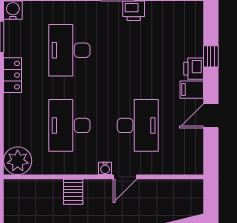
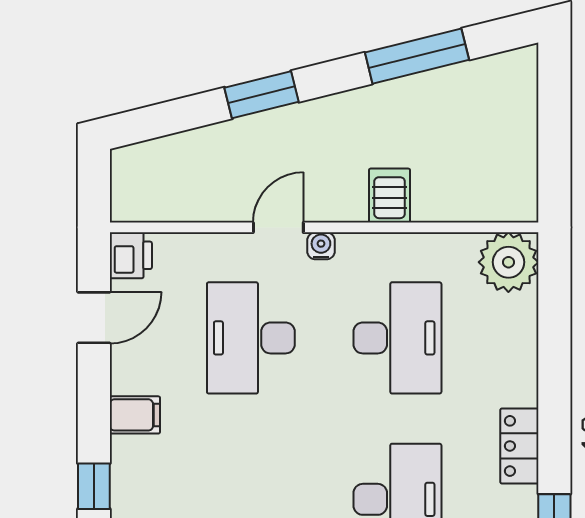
printer: (194, 69) -> (131, 255), moved
door: (211, 116) -> (94, 318), moved

